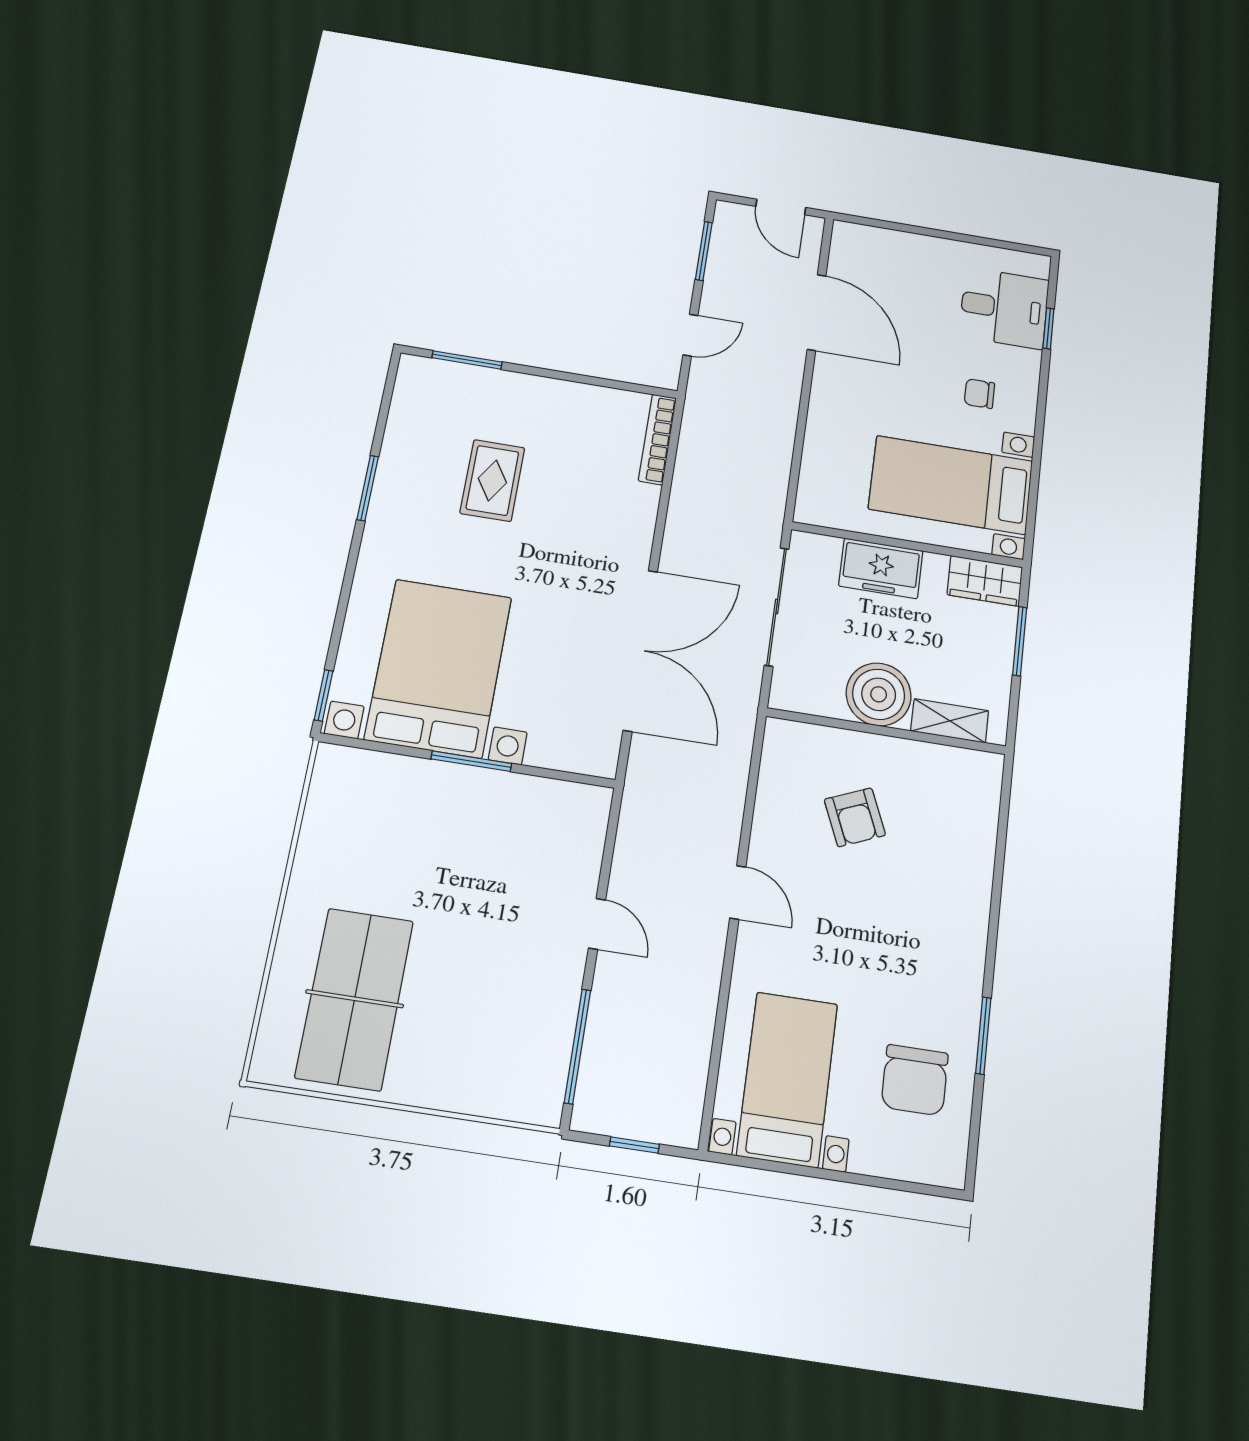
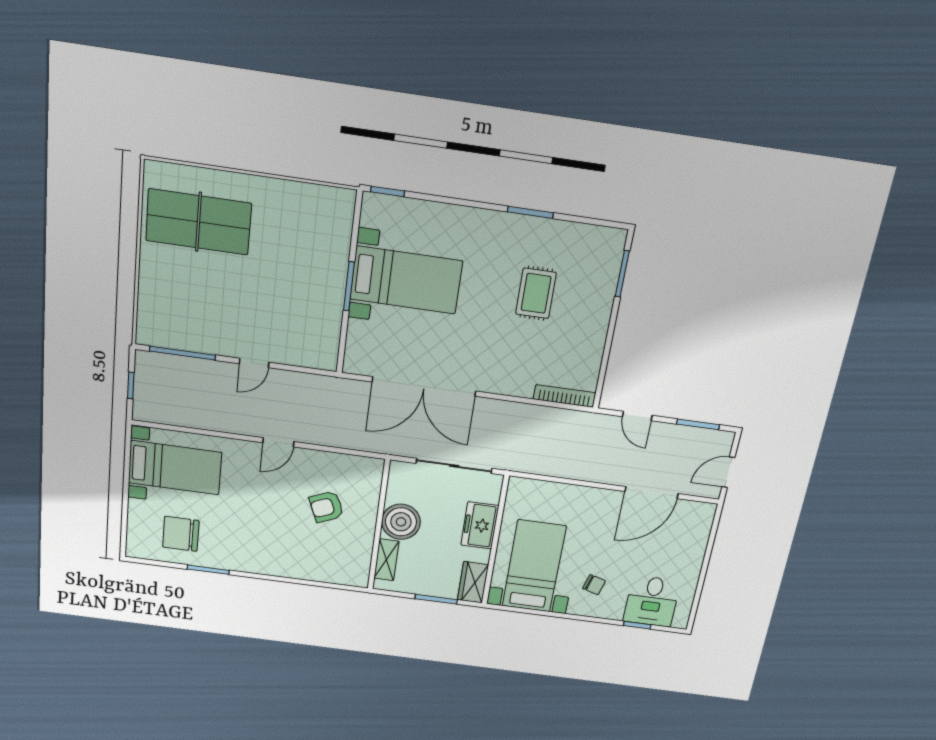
chair: (979, 394) -> (594, 585), turned 106
rug: (492, 480) -> (536, 293), turned 90
bed with nightstands: (439, 668) -> (406, 280), width x0.73

